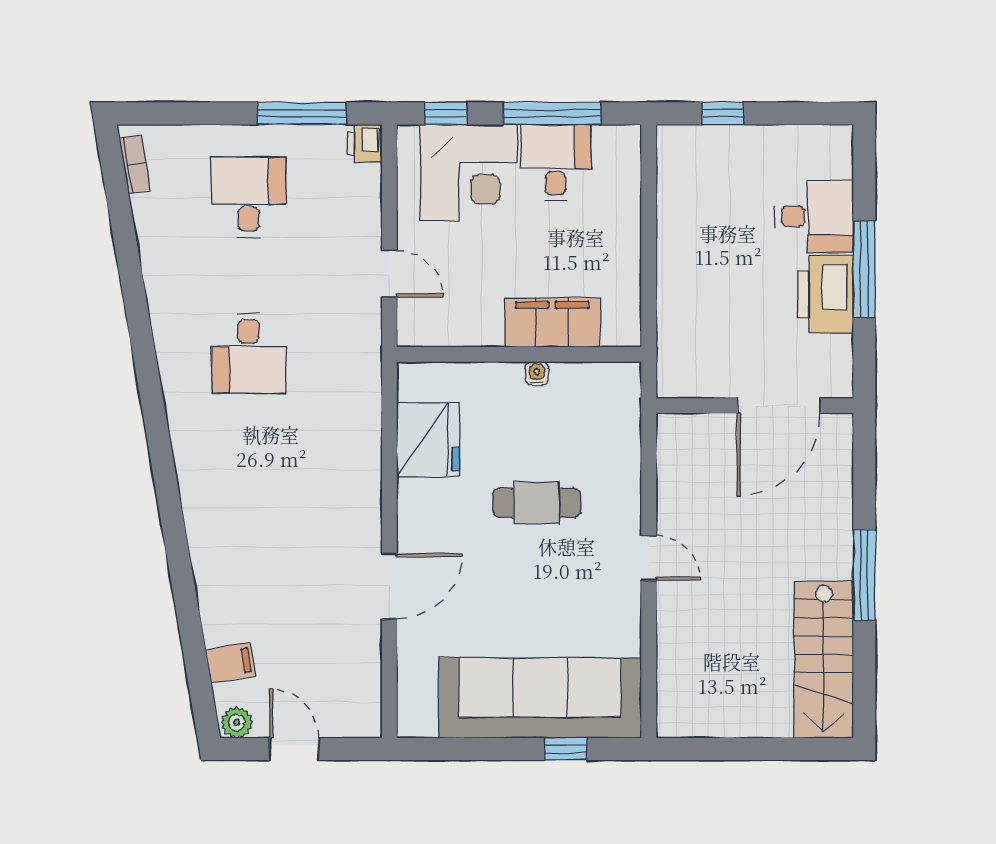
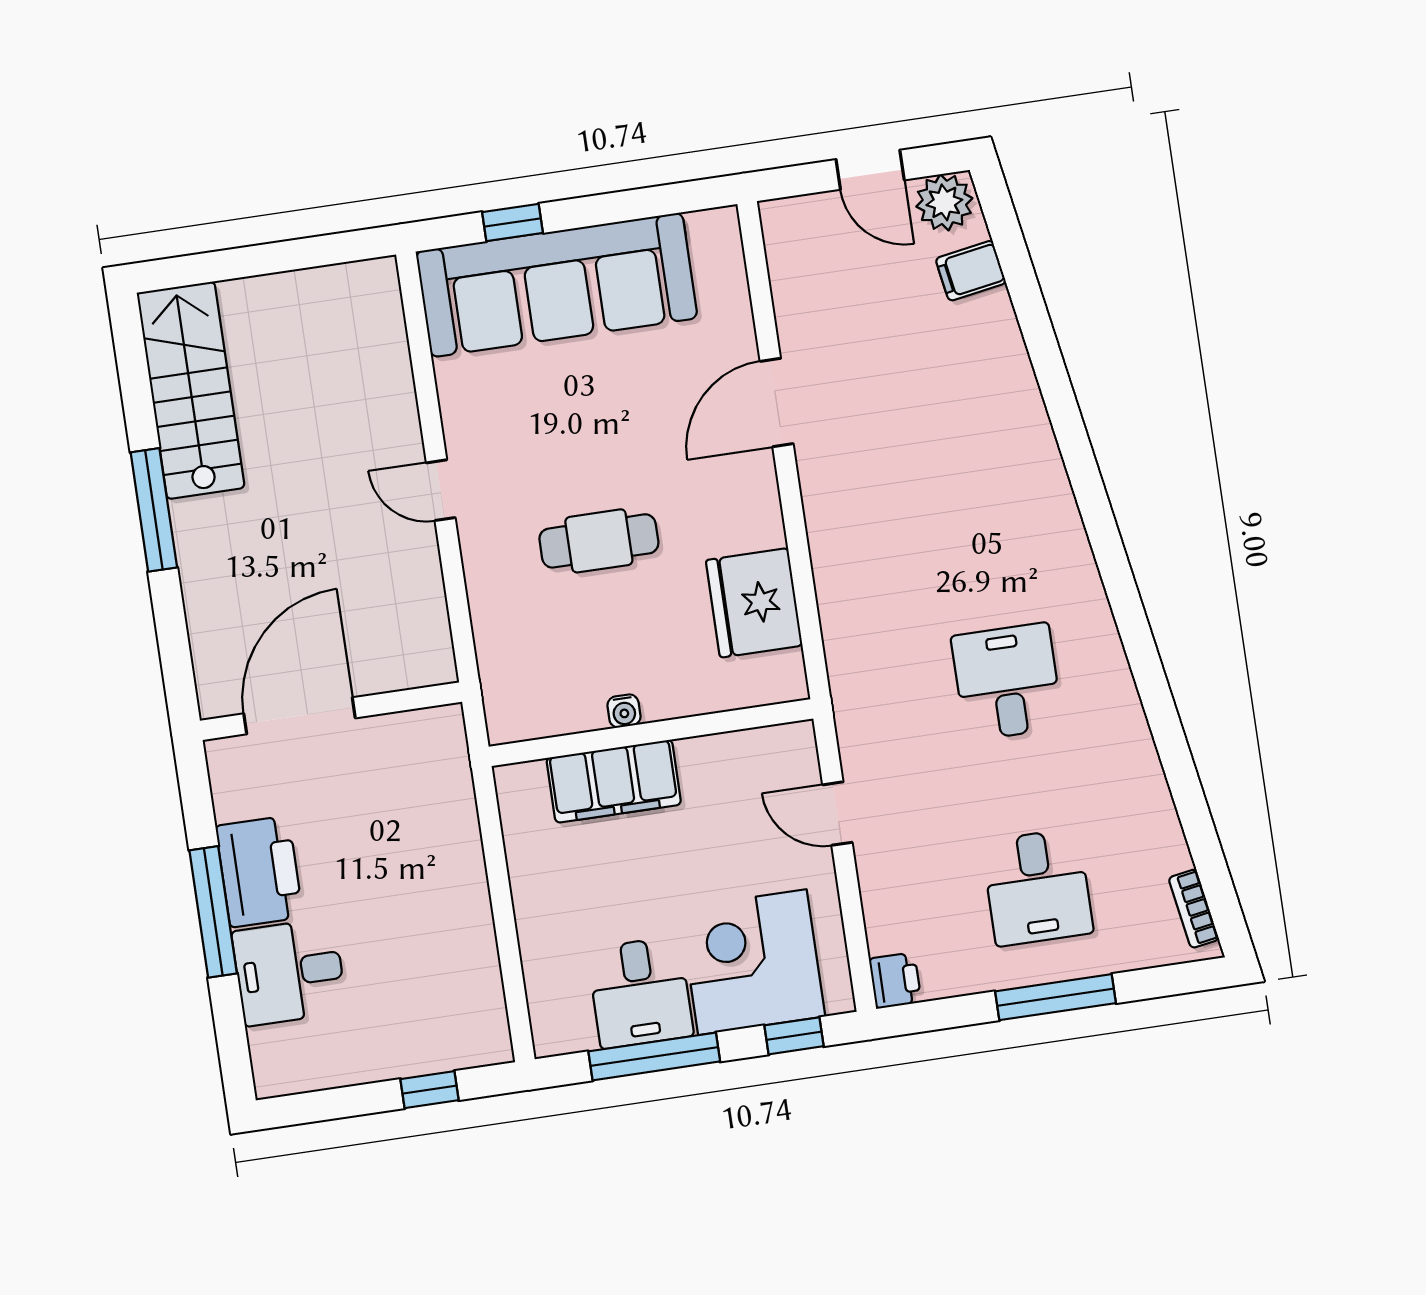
window: (302, 113) -> (1055, 997), moved
plant: (237, 722) -> (944, 202), width x1.38, depth x1.38

